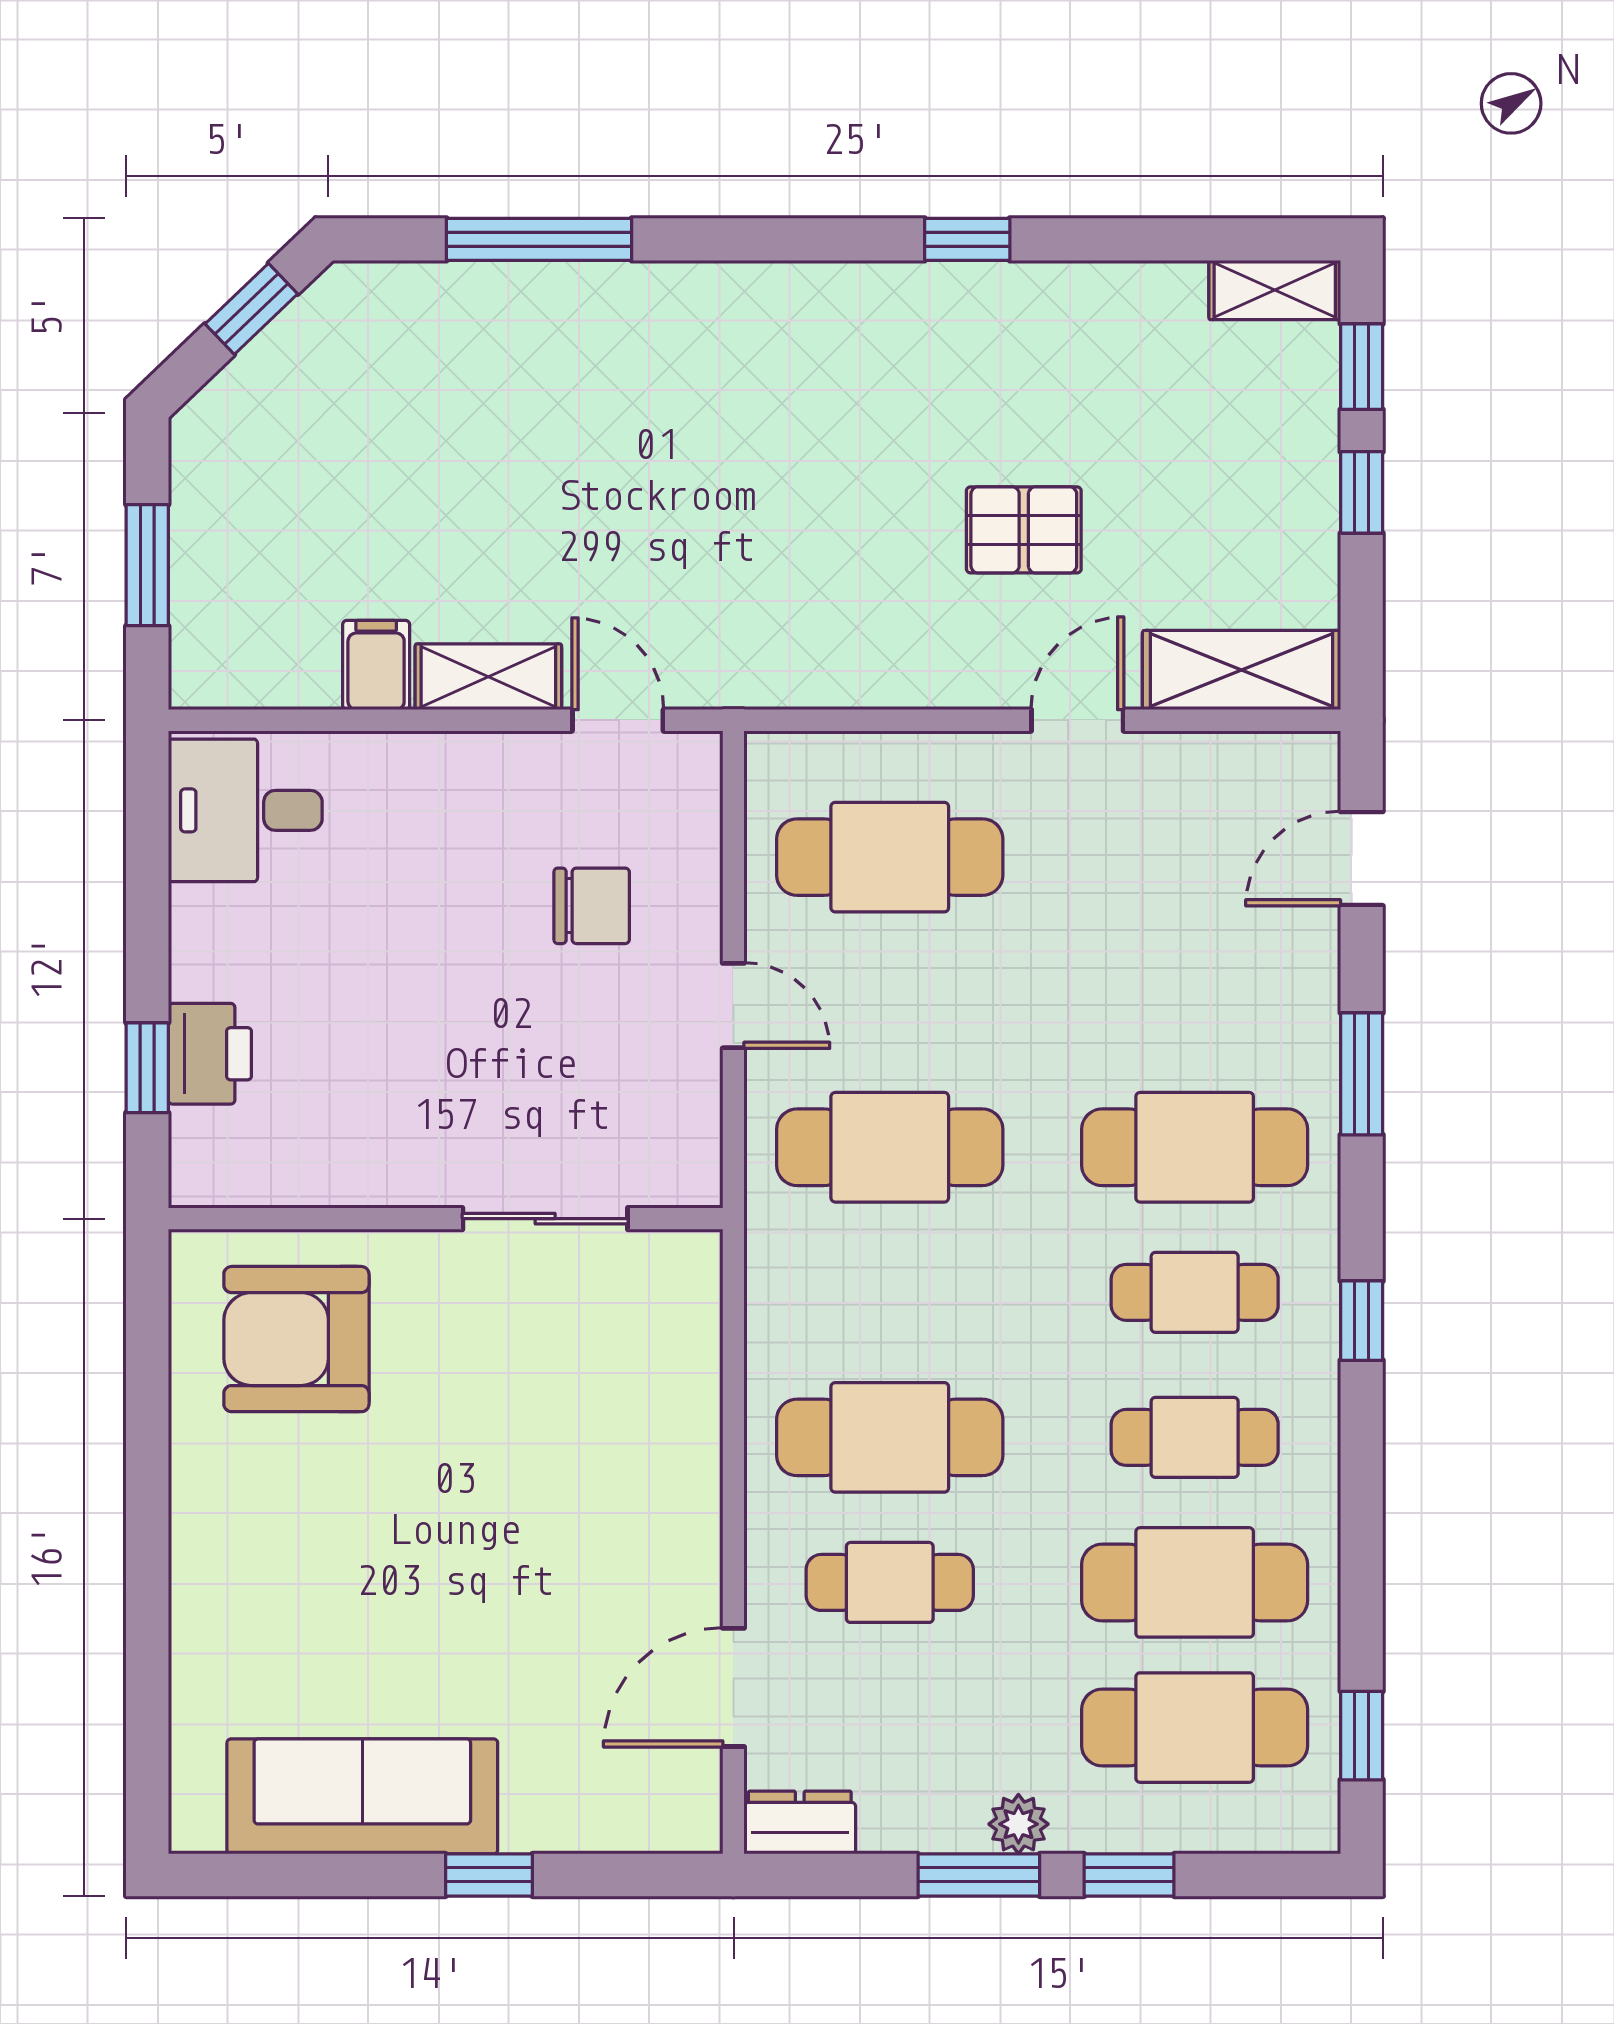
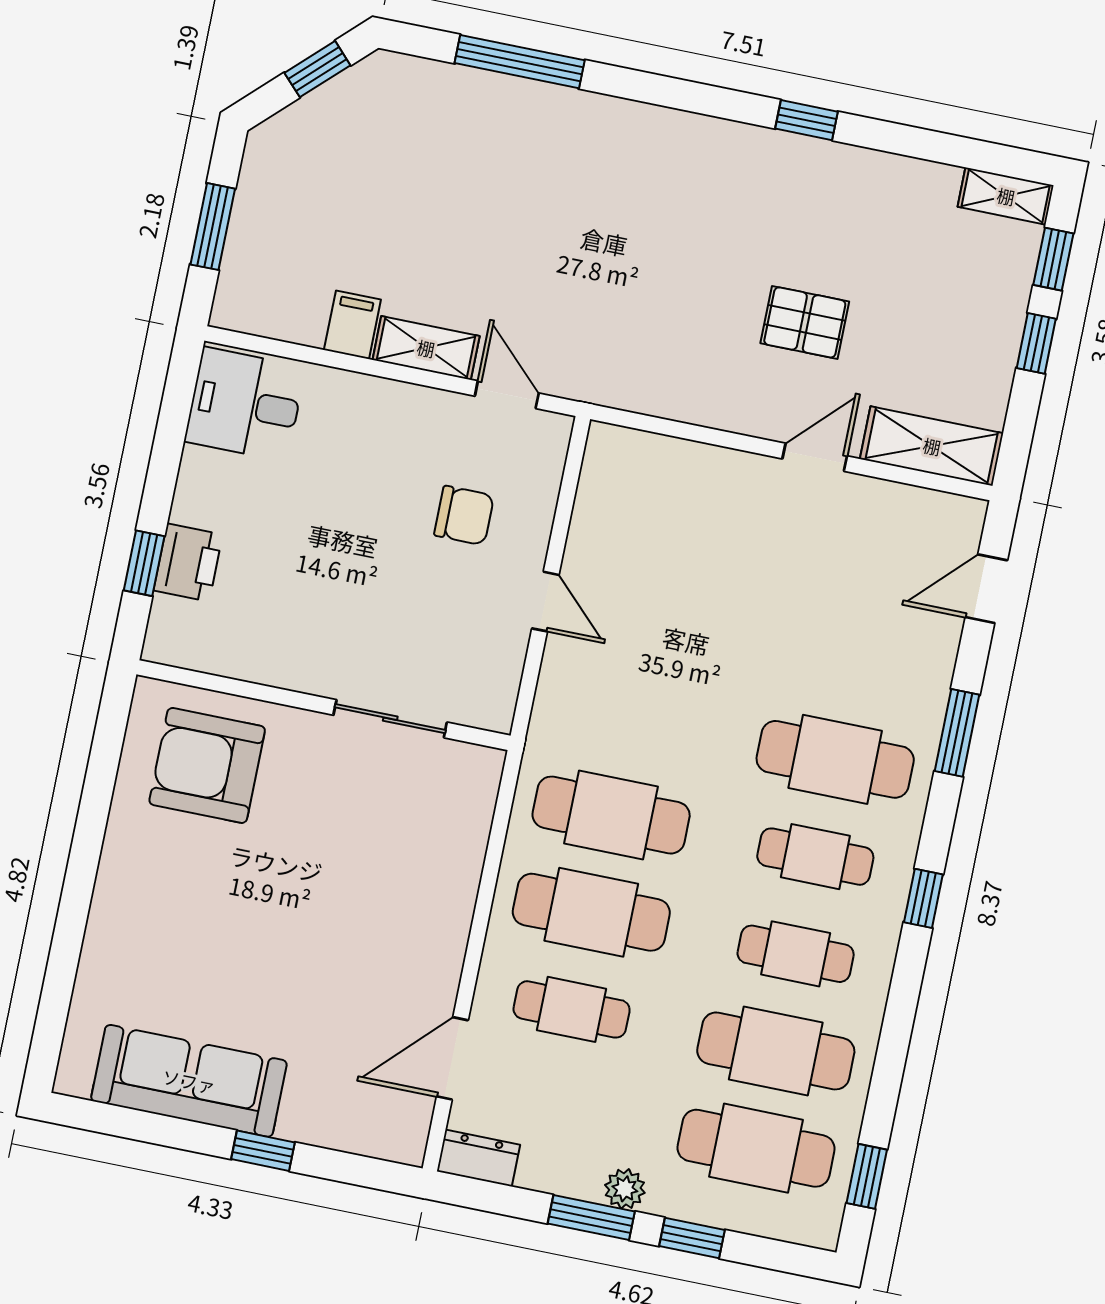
cafe table: (890, 857) -> (670, 523), removed
cafe table: (890, 1147) -> (611, 815), moved

